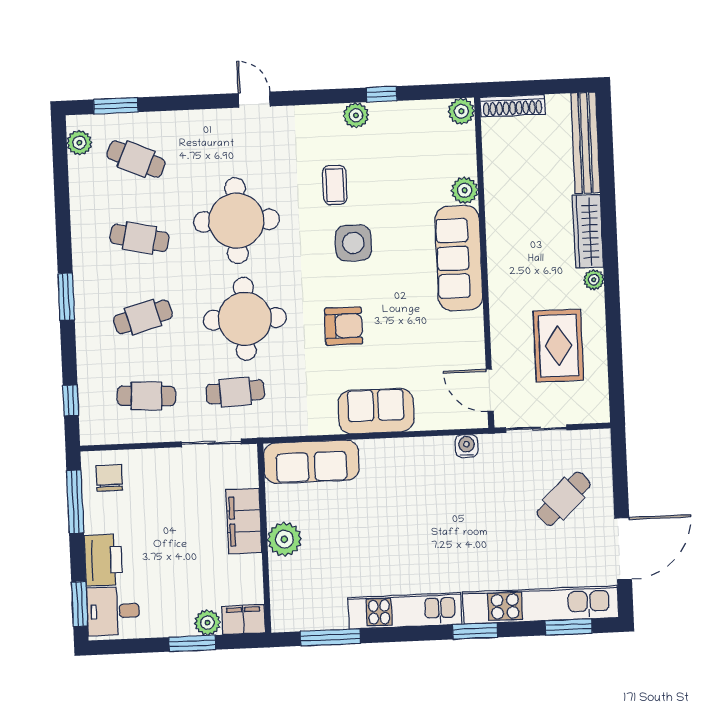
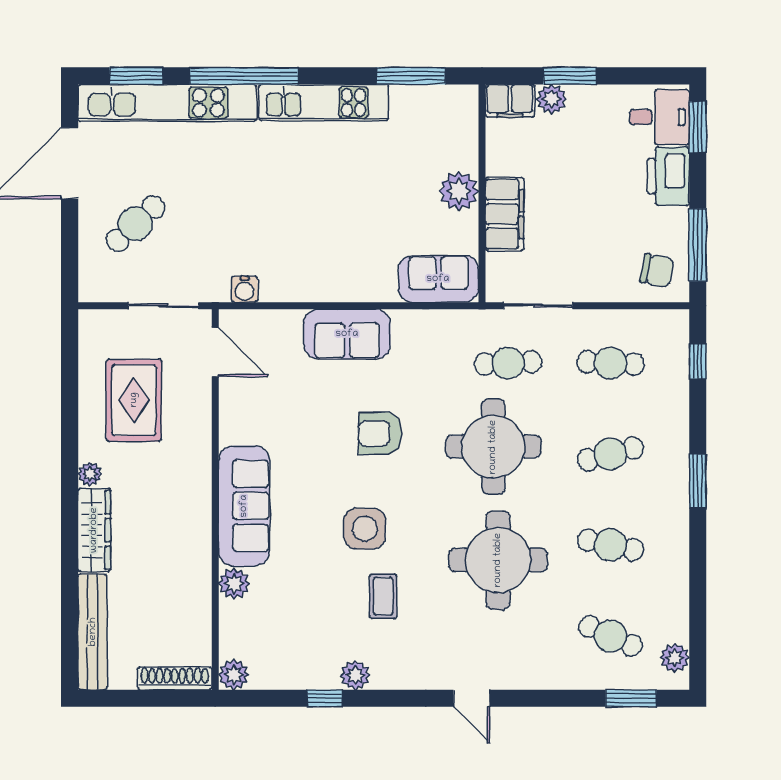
sofa: (311, 462) -> (438, 279), width x0.73
chair: (109, 478) -> (657, 271), turned -79
window: (475, 631) -> (244, 76), width x2.11

